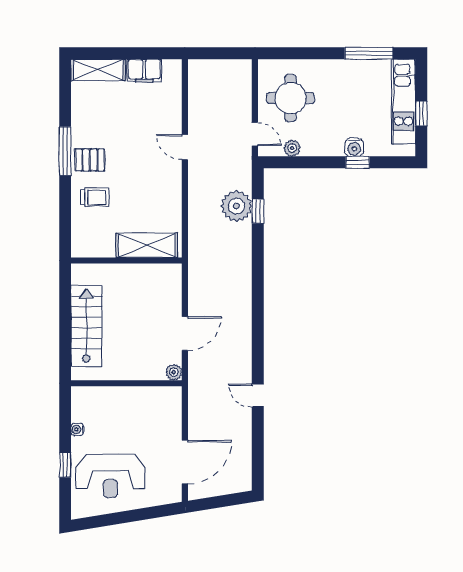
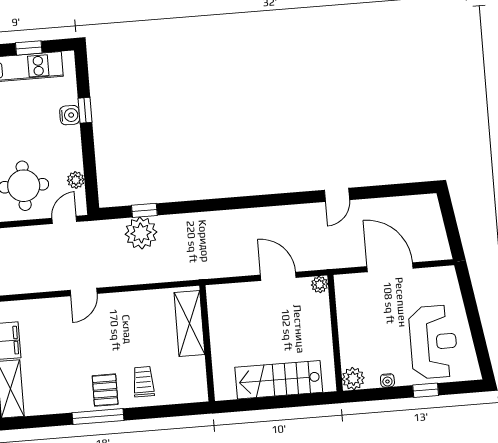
plant: (82, 397) -> (353, 379), added
door: (185, 462) -> (390, 267), moved

